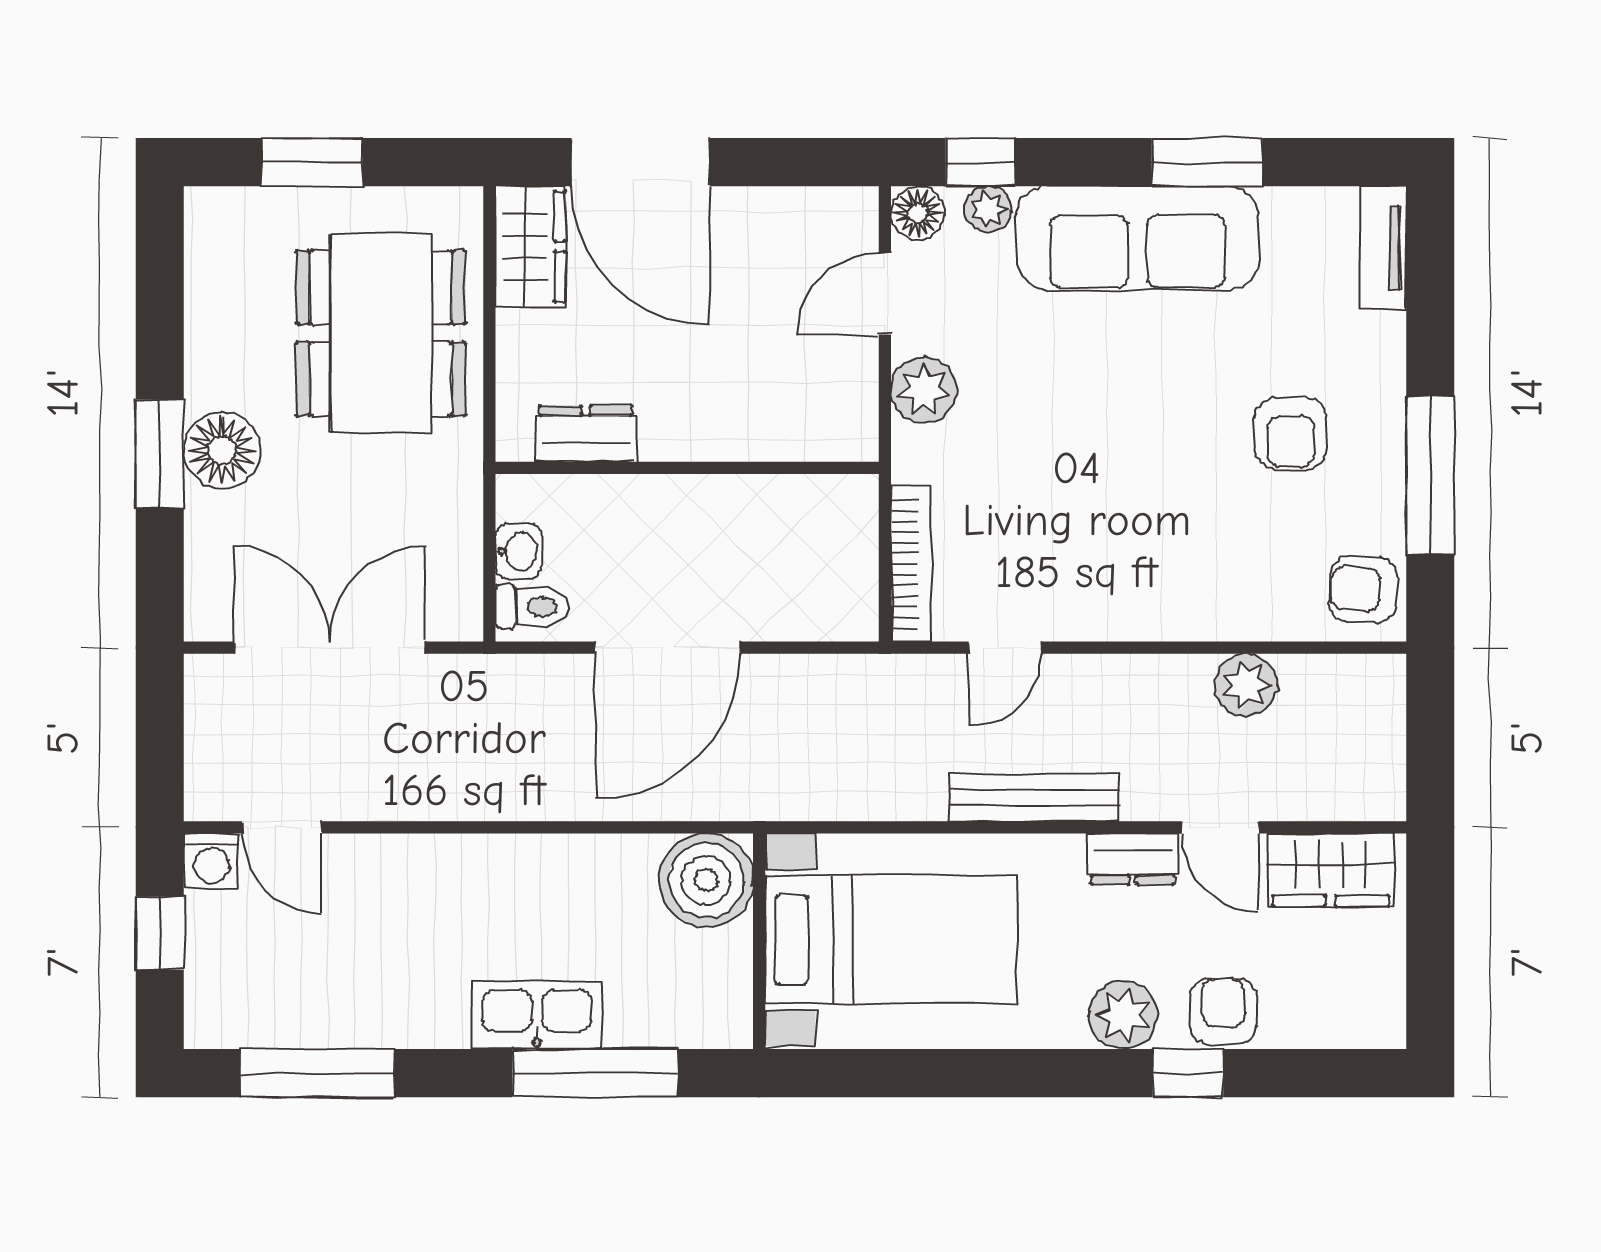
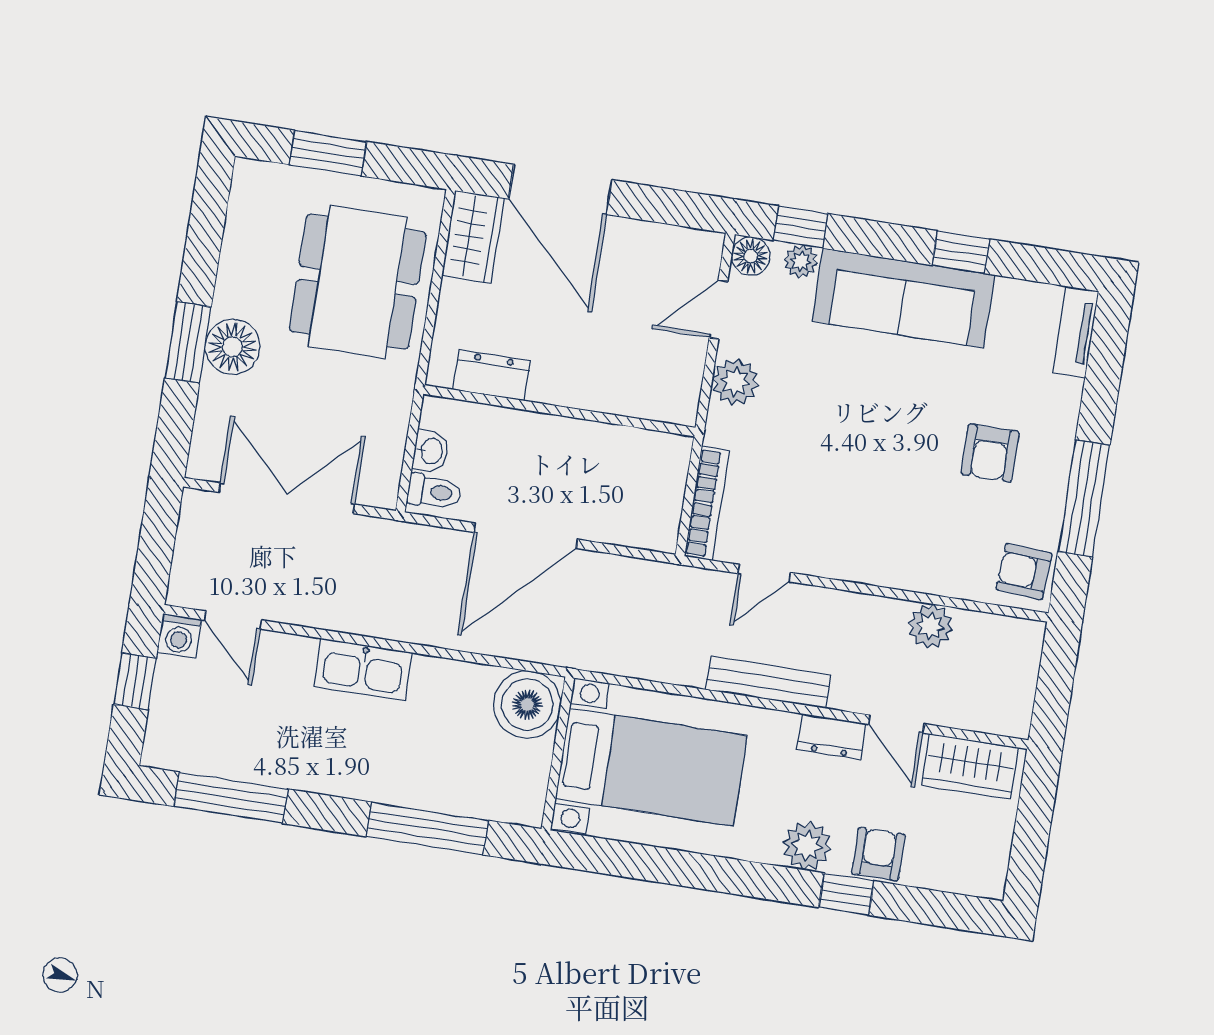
window: (1207, 162) -> (961, 252), width x0.67
kitchen sink: (537, 1015) -> (363, 669), moved, turned 180

